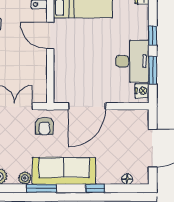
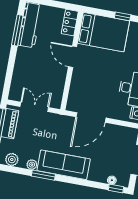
armchair: (44, 126) -> (55, 127), removed
window: (95, 188) -> (116, 189), moved

